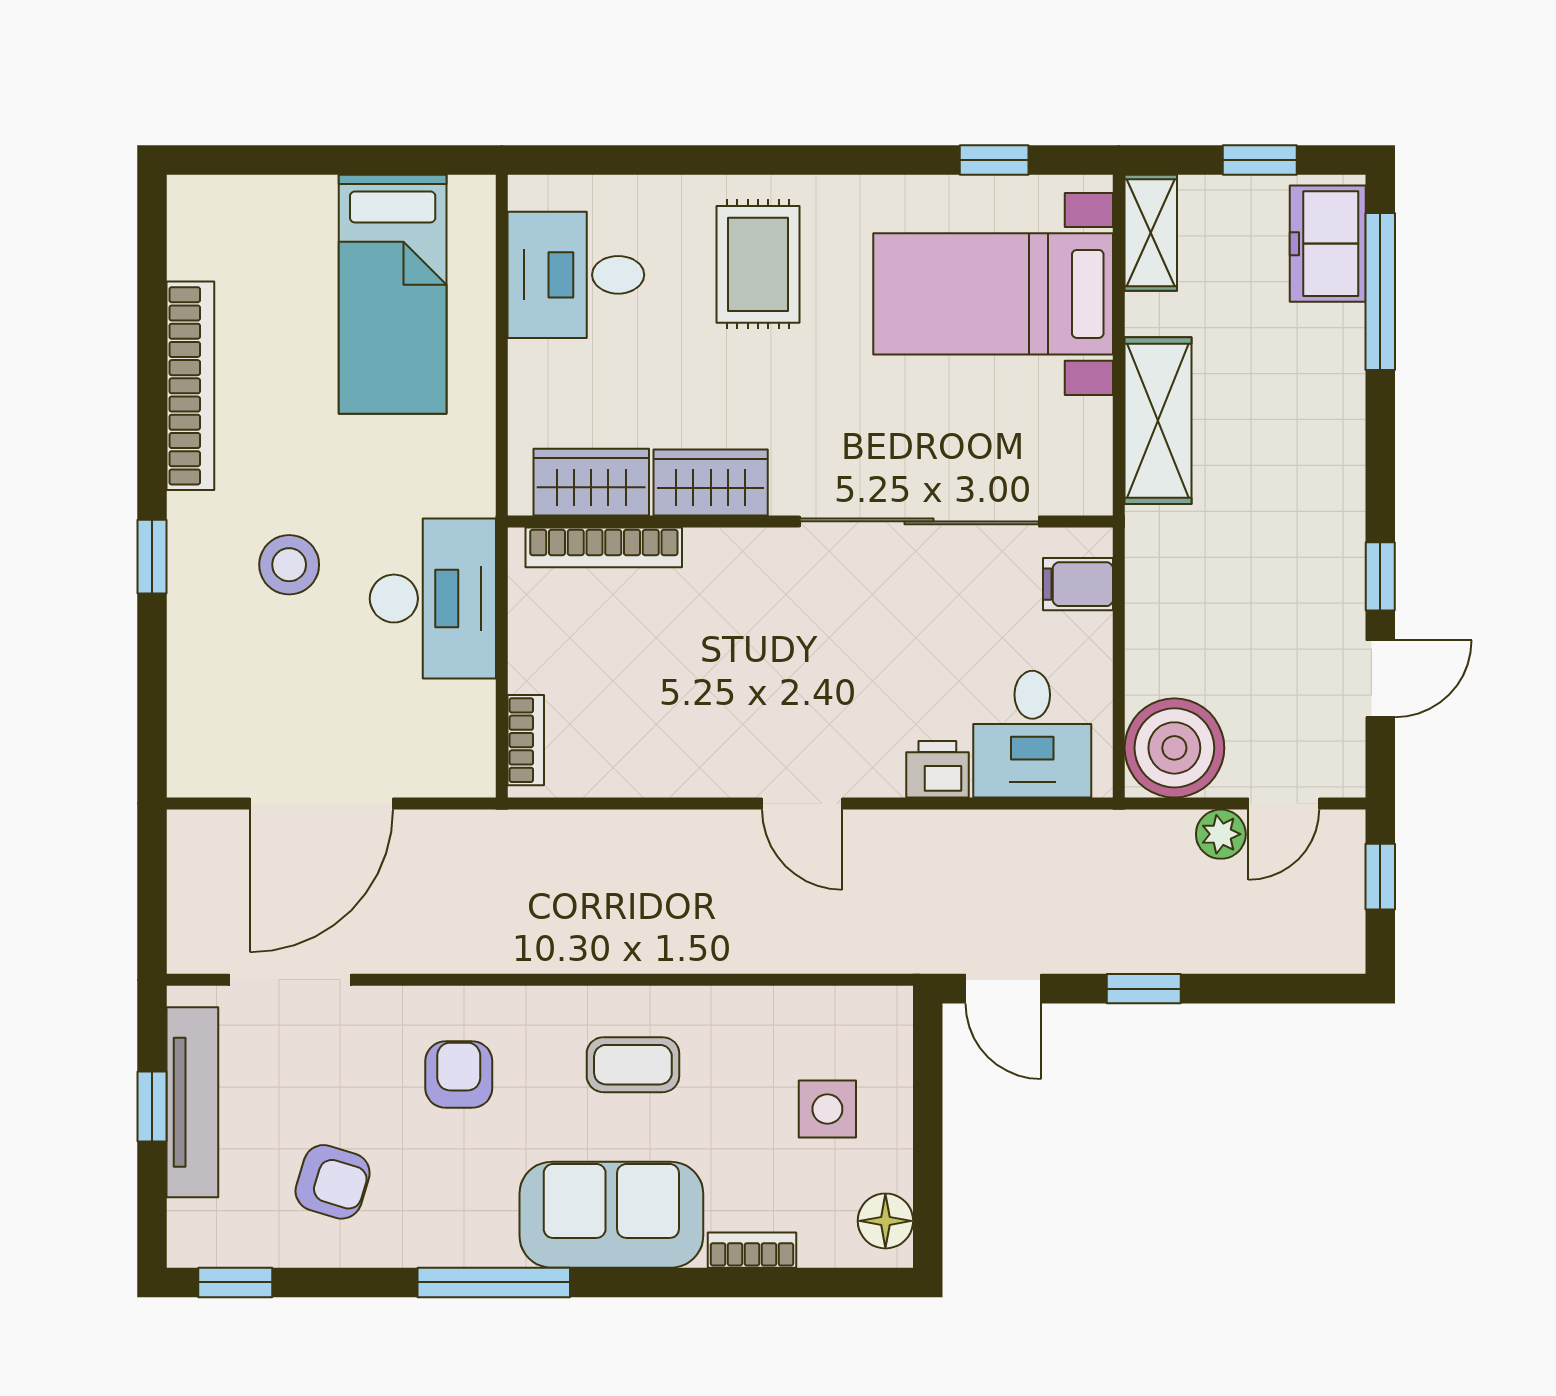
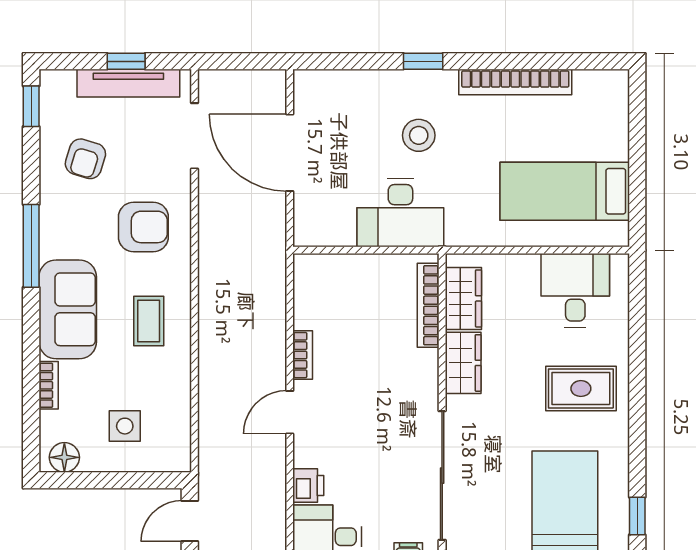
bookcase: (526, 740) -> (303, 355), moved, turned -90
armchair: (459, 1075) -> (143, 227), width x1.38, depth x1.38

